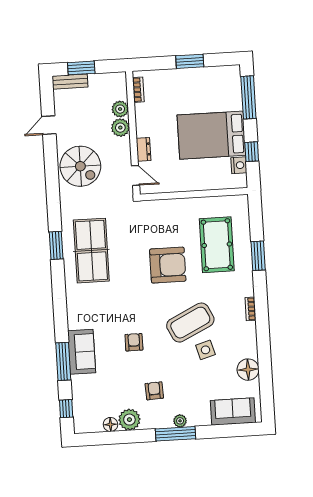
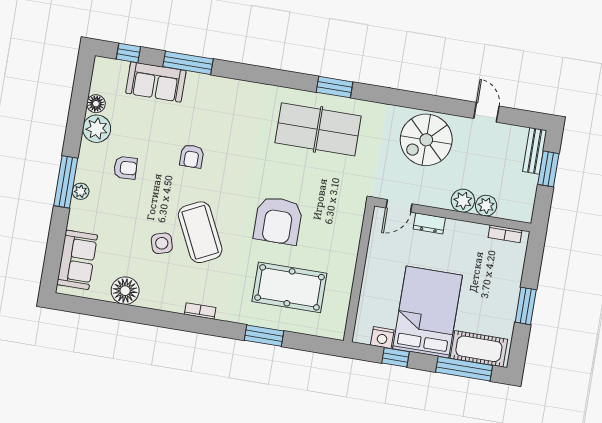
cot: (231, 90) -> (479, 349), added
armchair: (134, 342) -> (192, 156), turned 90
sofa: (82, 352) -> (156, 82), moved

